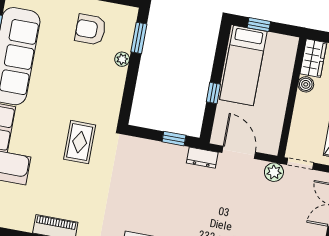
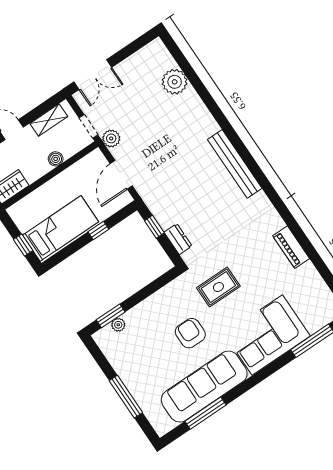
armchair: (90, 30) -> (190, 333), moved, turned 180
plant: (122, 59) -> (118, 325), moved
boiler: (306, 84) -> (56, 159), moved
dresser: (202, 158) -> (178, 239), moved

